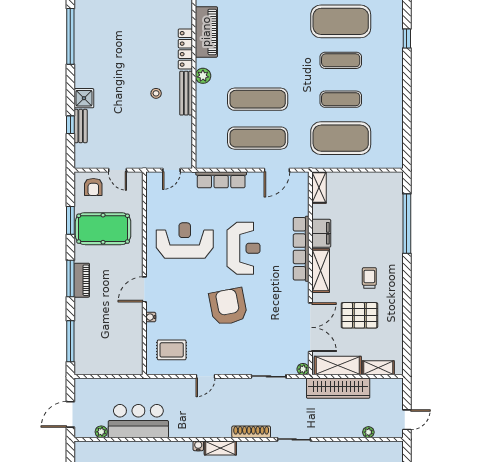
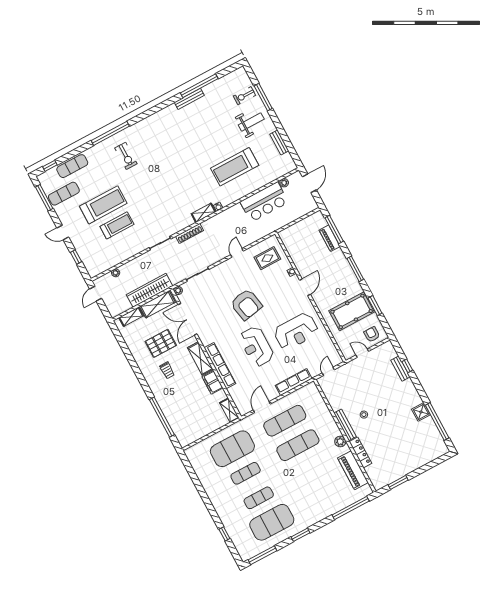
shower: (84, 98) -> (421, 412), moved
piano: (82, 280) -> (330, 238), moved

